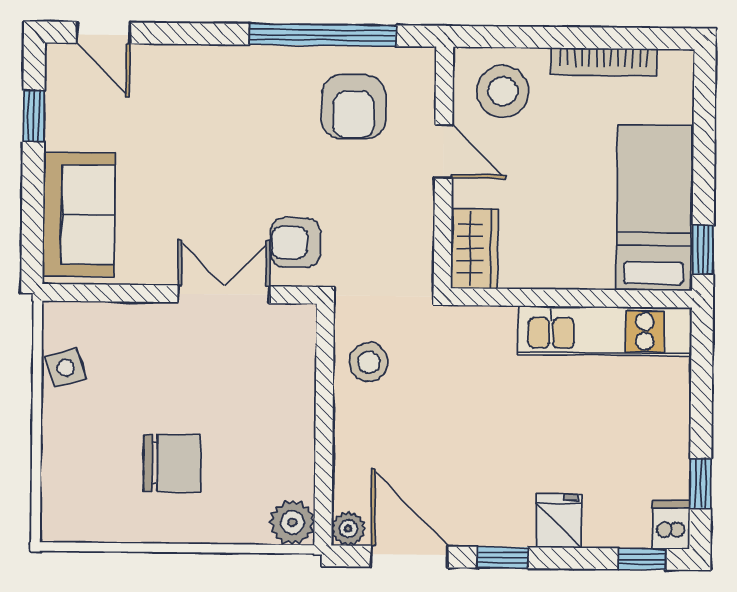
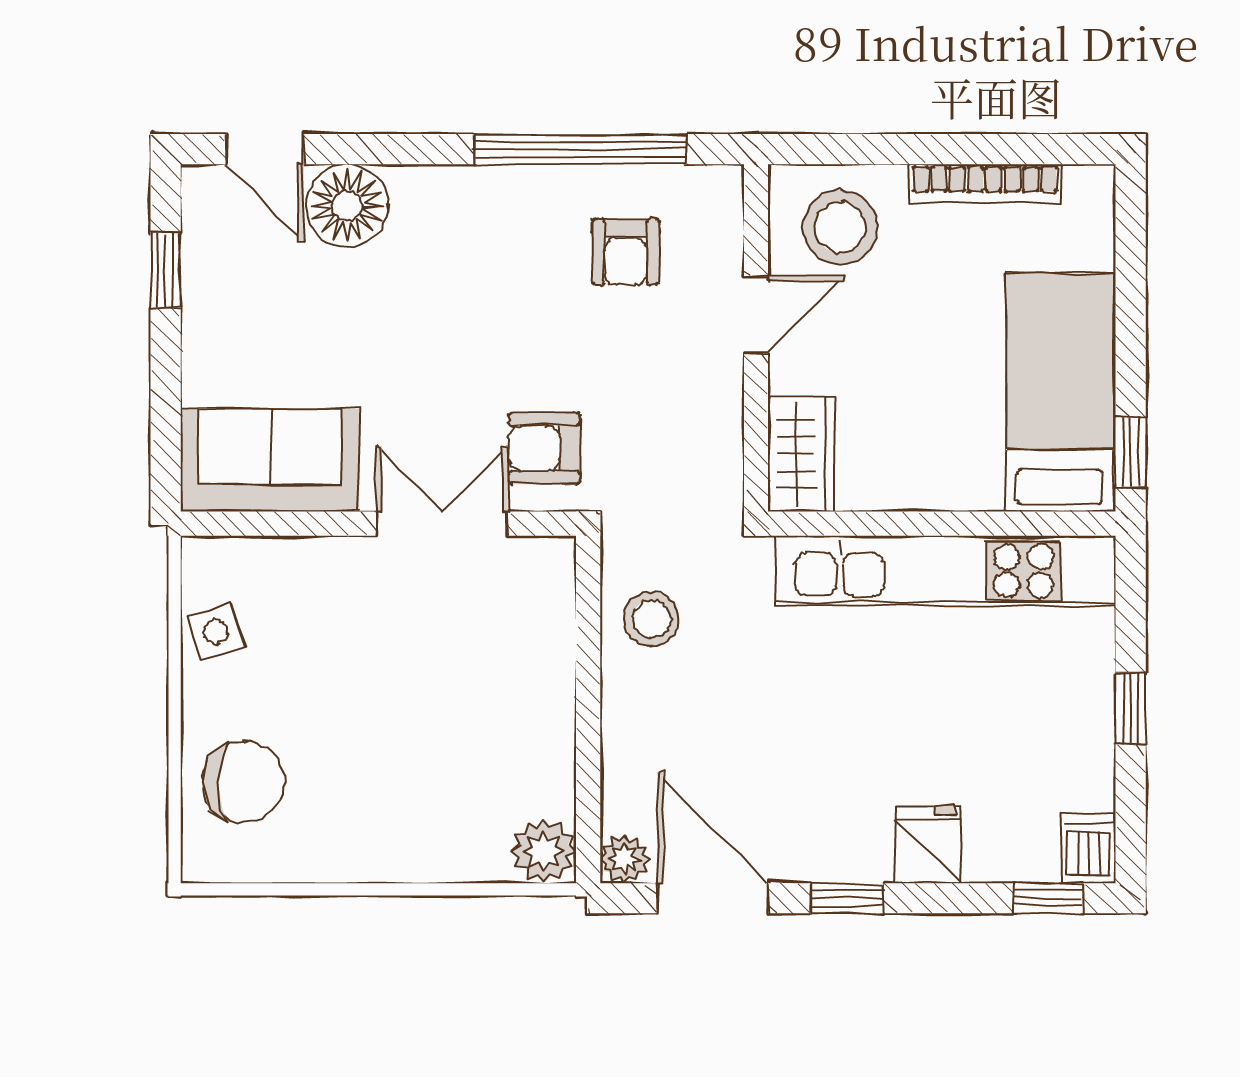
floor lamp: (160, 73) -> (347, 206), added
armchair: (354, 107) -> (626, 252), width x0.72, depth x0.72
door: (444, 151) -> (756, 315), hinge flipped
sofa: (79, 215) -> (270, 460), moved, turned -90
kitchen unit: (605, 331) -> (945, 571), width x1.36
chair: (172, 463) -> (244, 782), moved
window: (701, 483) -> (1131, 709), moved

